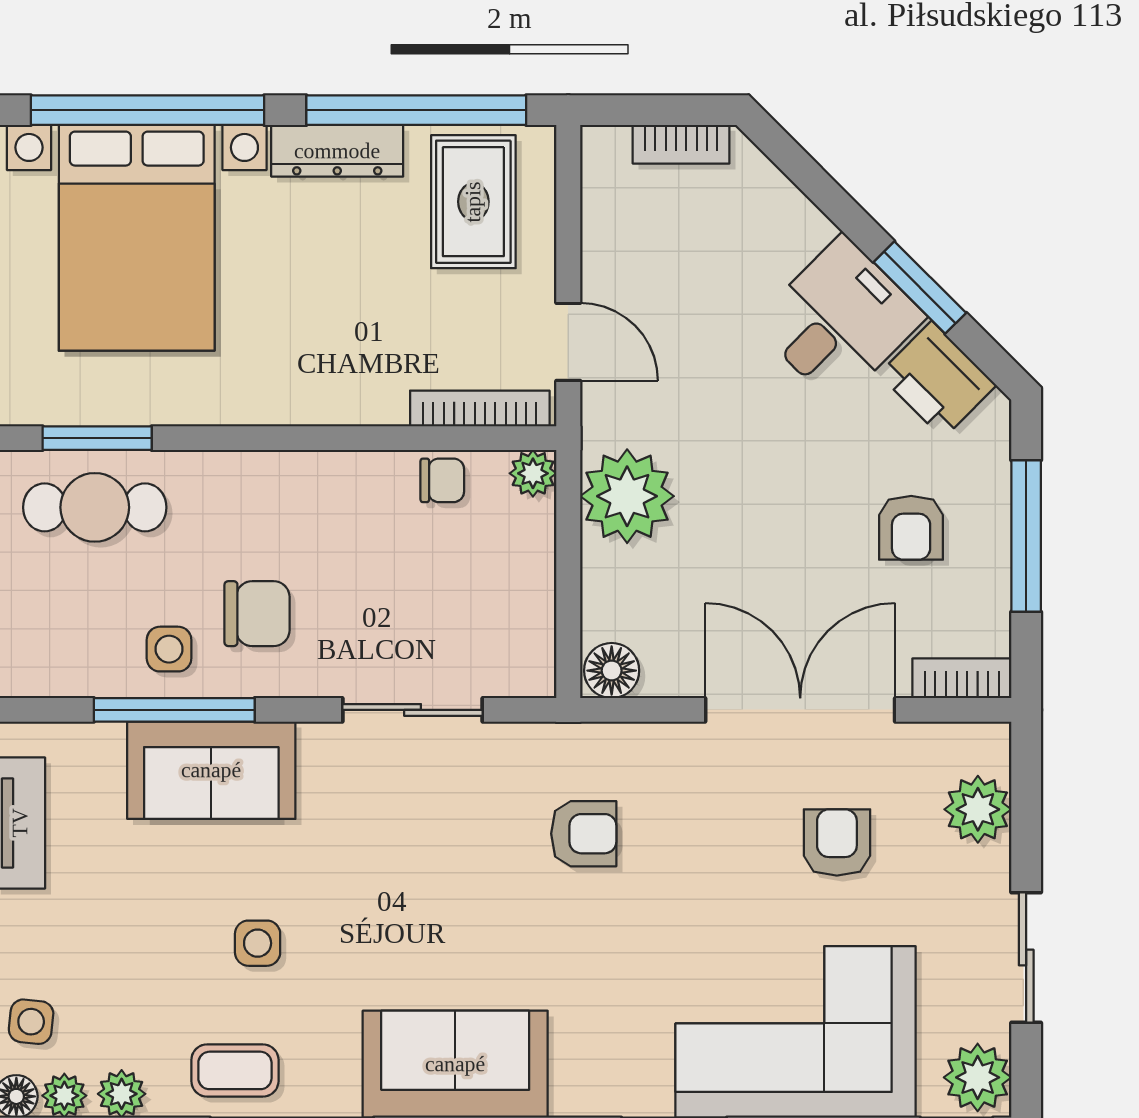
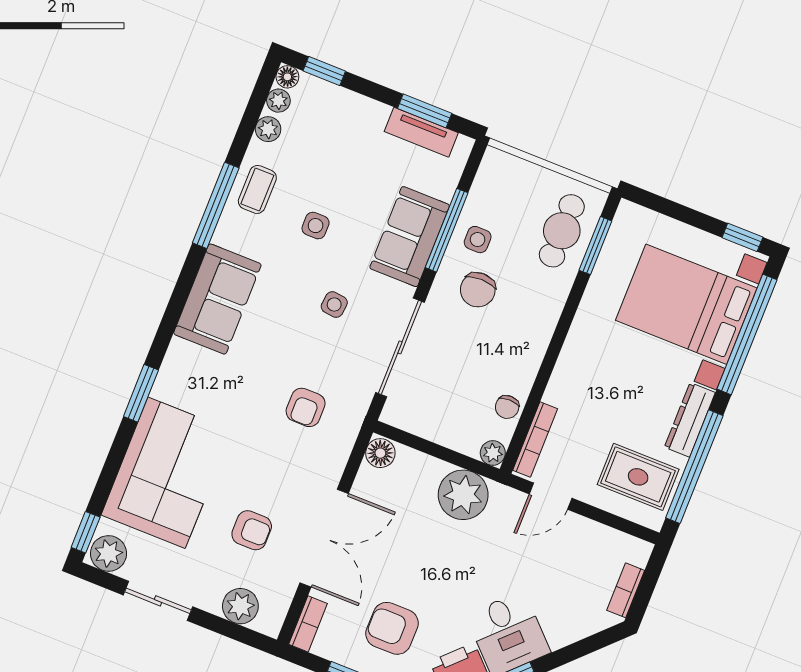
armchair: (911, 528) -> (392, 628), width x1.38, depth x1.38
sliding door: (413, 710) -> (400, 347), width x1.37
side table: (31, 1022) -> (334, 305), moved

